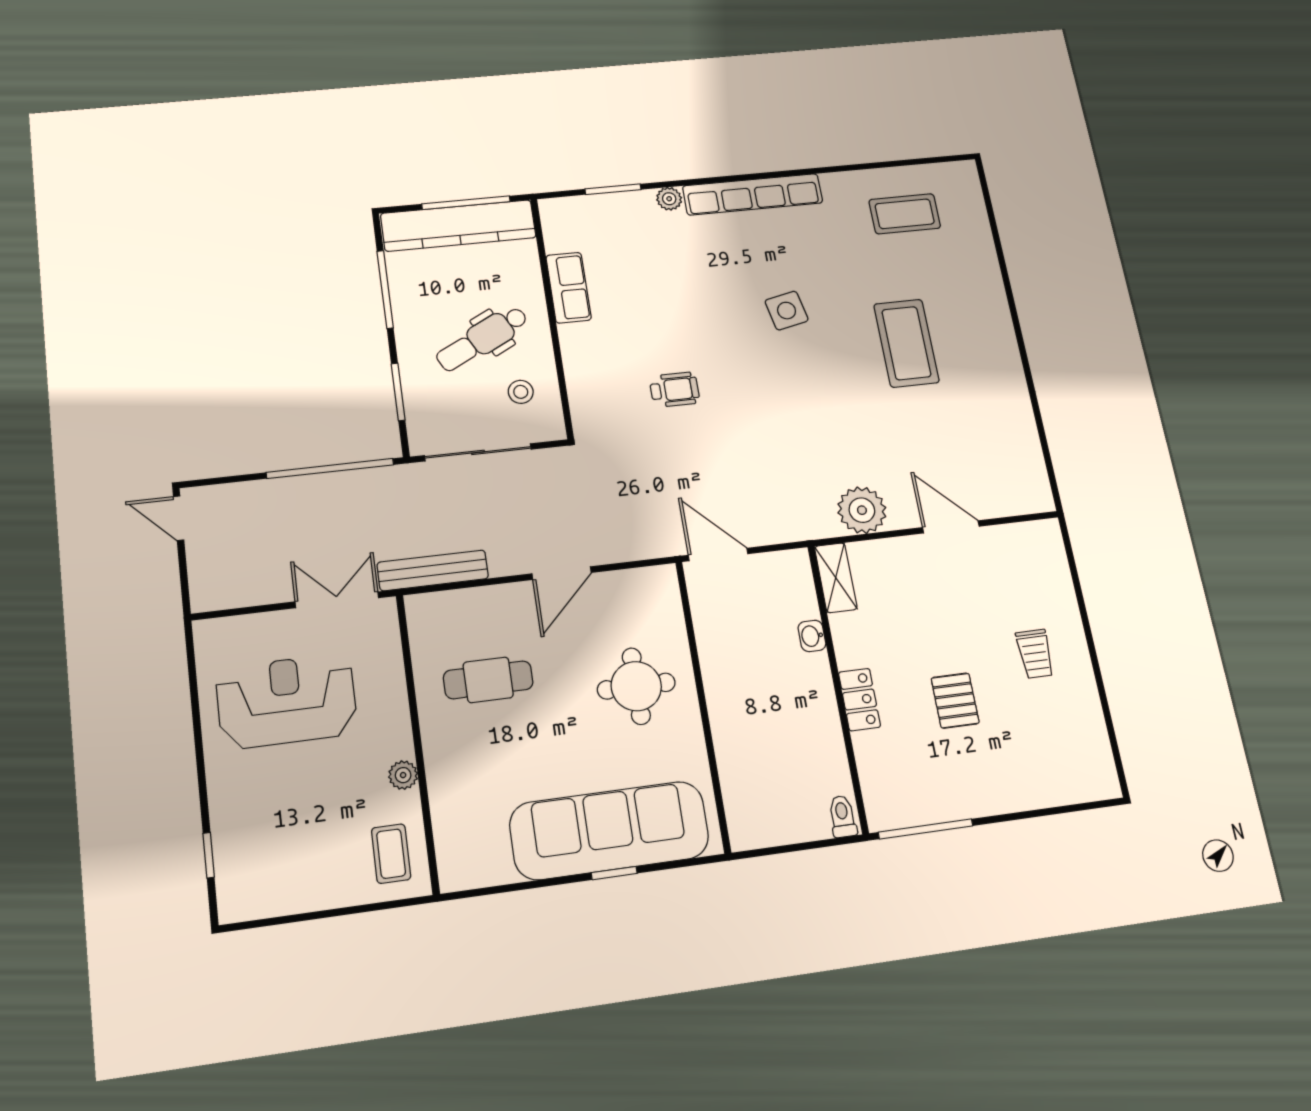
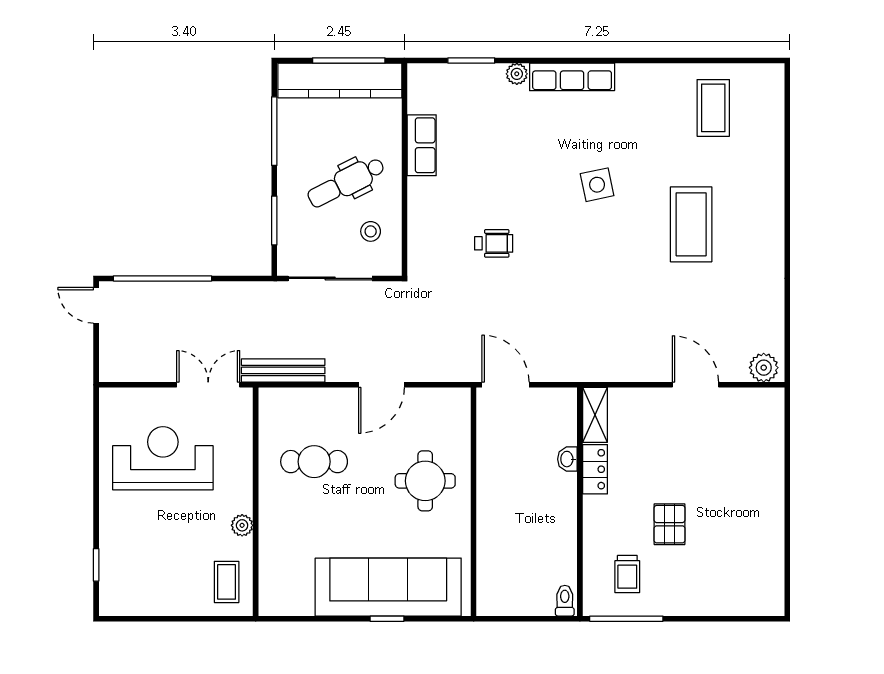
row of seats: (753, 194) -> (572, 77), width x0.73
coffee table: (905, 214) -> (713, 108), turned 90
window: (330, 469) -> (163, 278), moved
plant: (862, 510) -> (764, 368), moved, width x0.73, depth x0.73
trolley: (1035, 654) -> (627, 574), moved
locker: (859, 700) -> (595, 469), moved

